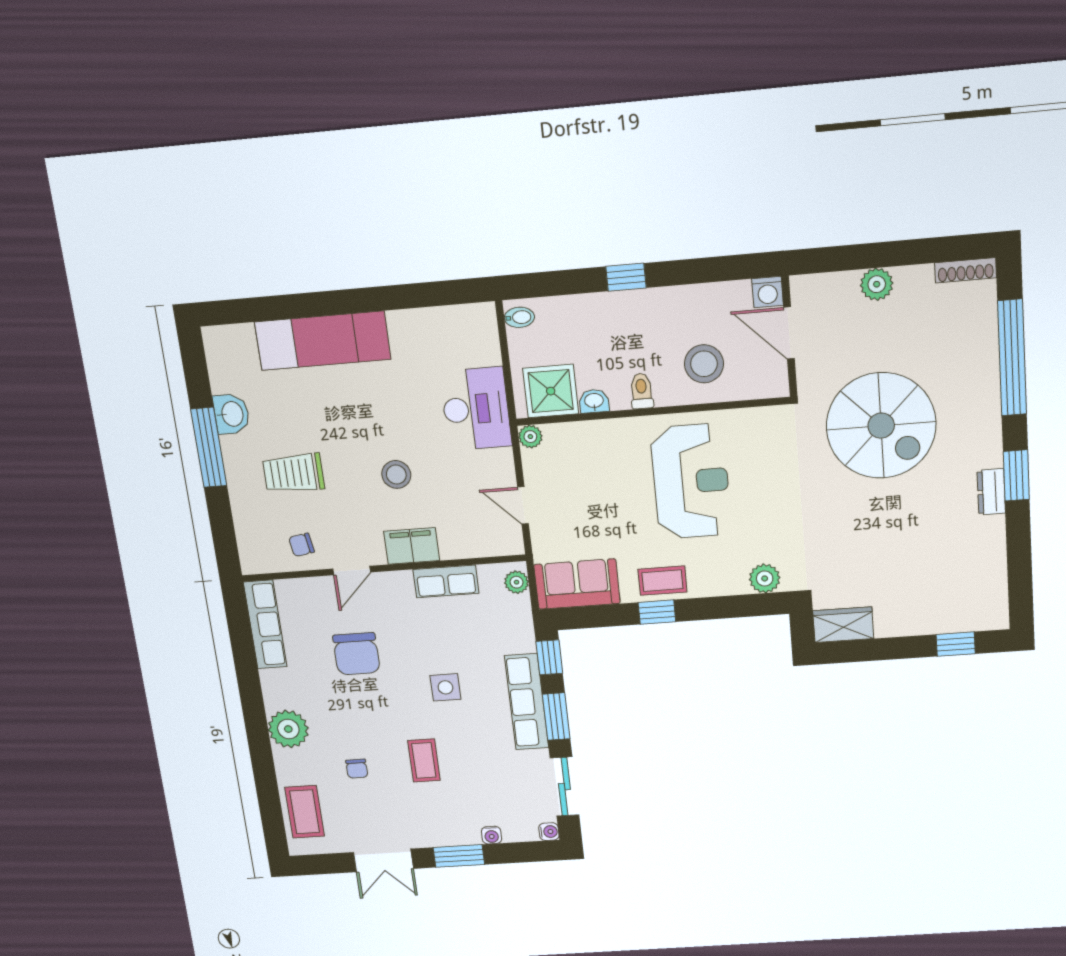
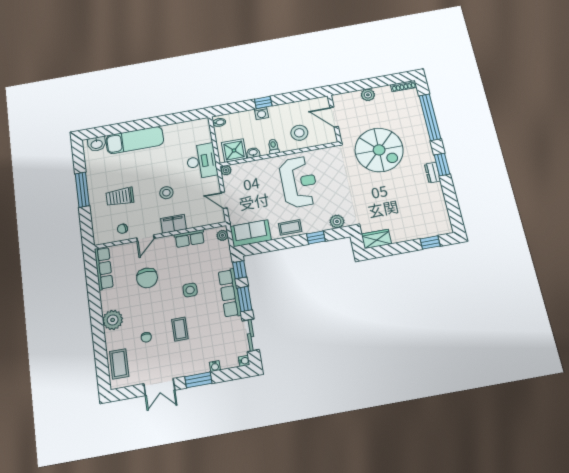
washing machine: (768, 292) -> (261, 113), moved
washbasin: (231, 414) -> (97, 144), moved, turned 90
window: (657, 612) -> (316, 237), moved

